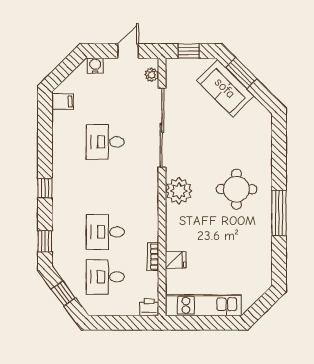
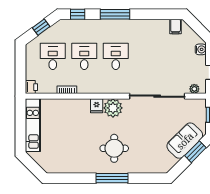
desk: (105, 142) -> (116, 56), moved
window: (45, 188) -> (115, 14), width x2.17
window: (279, 213) -> (112, 178), moved
fridge: (176, 260) -> (97, 106), moved

